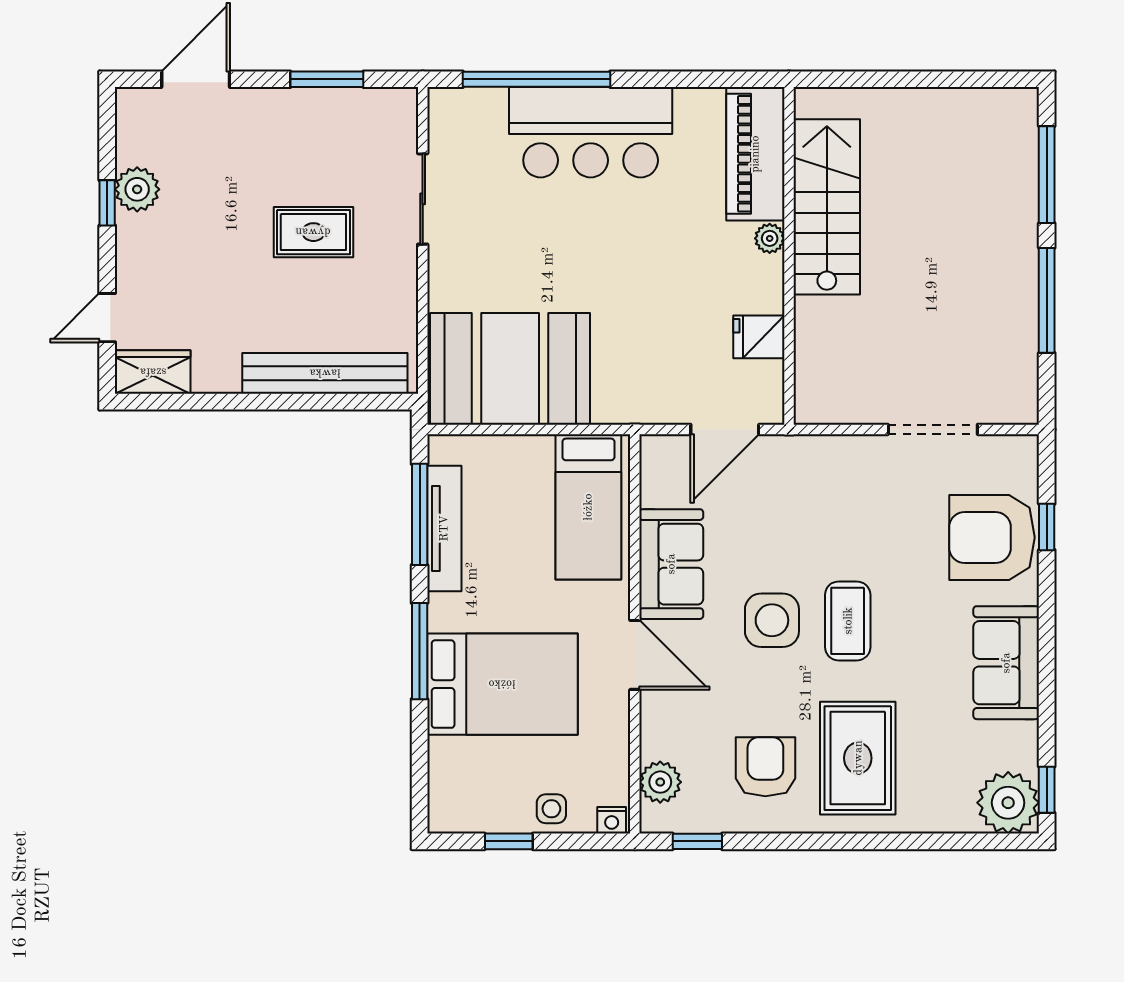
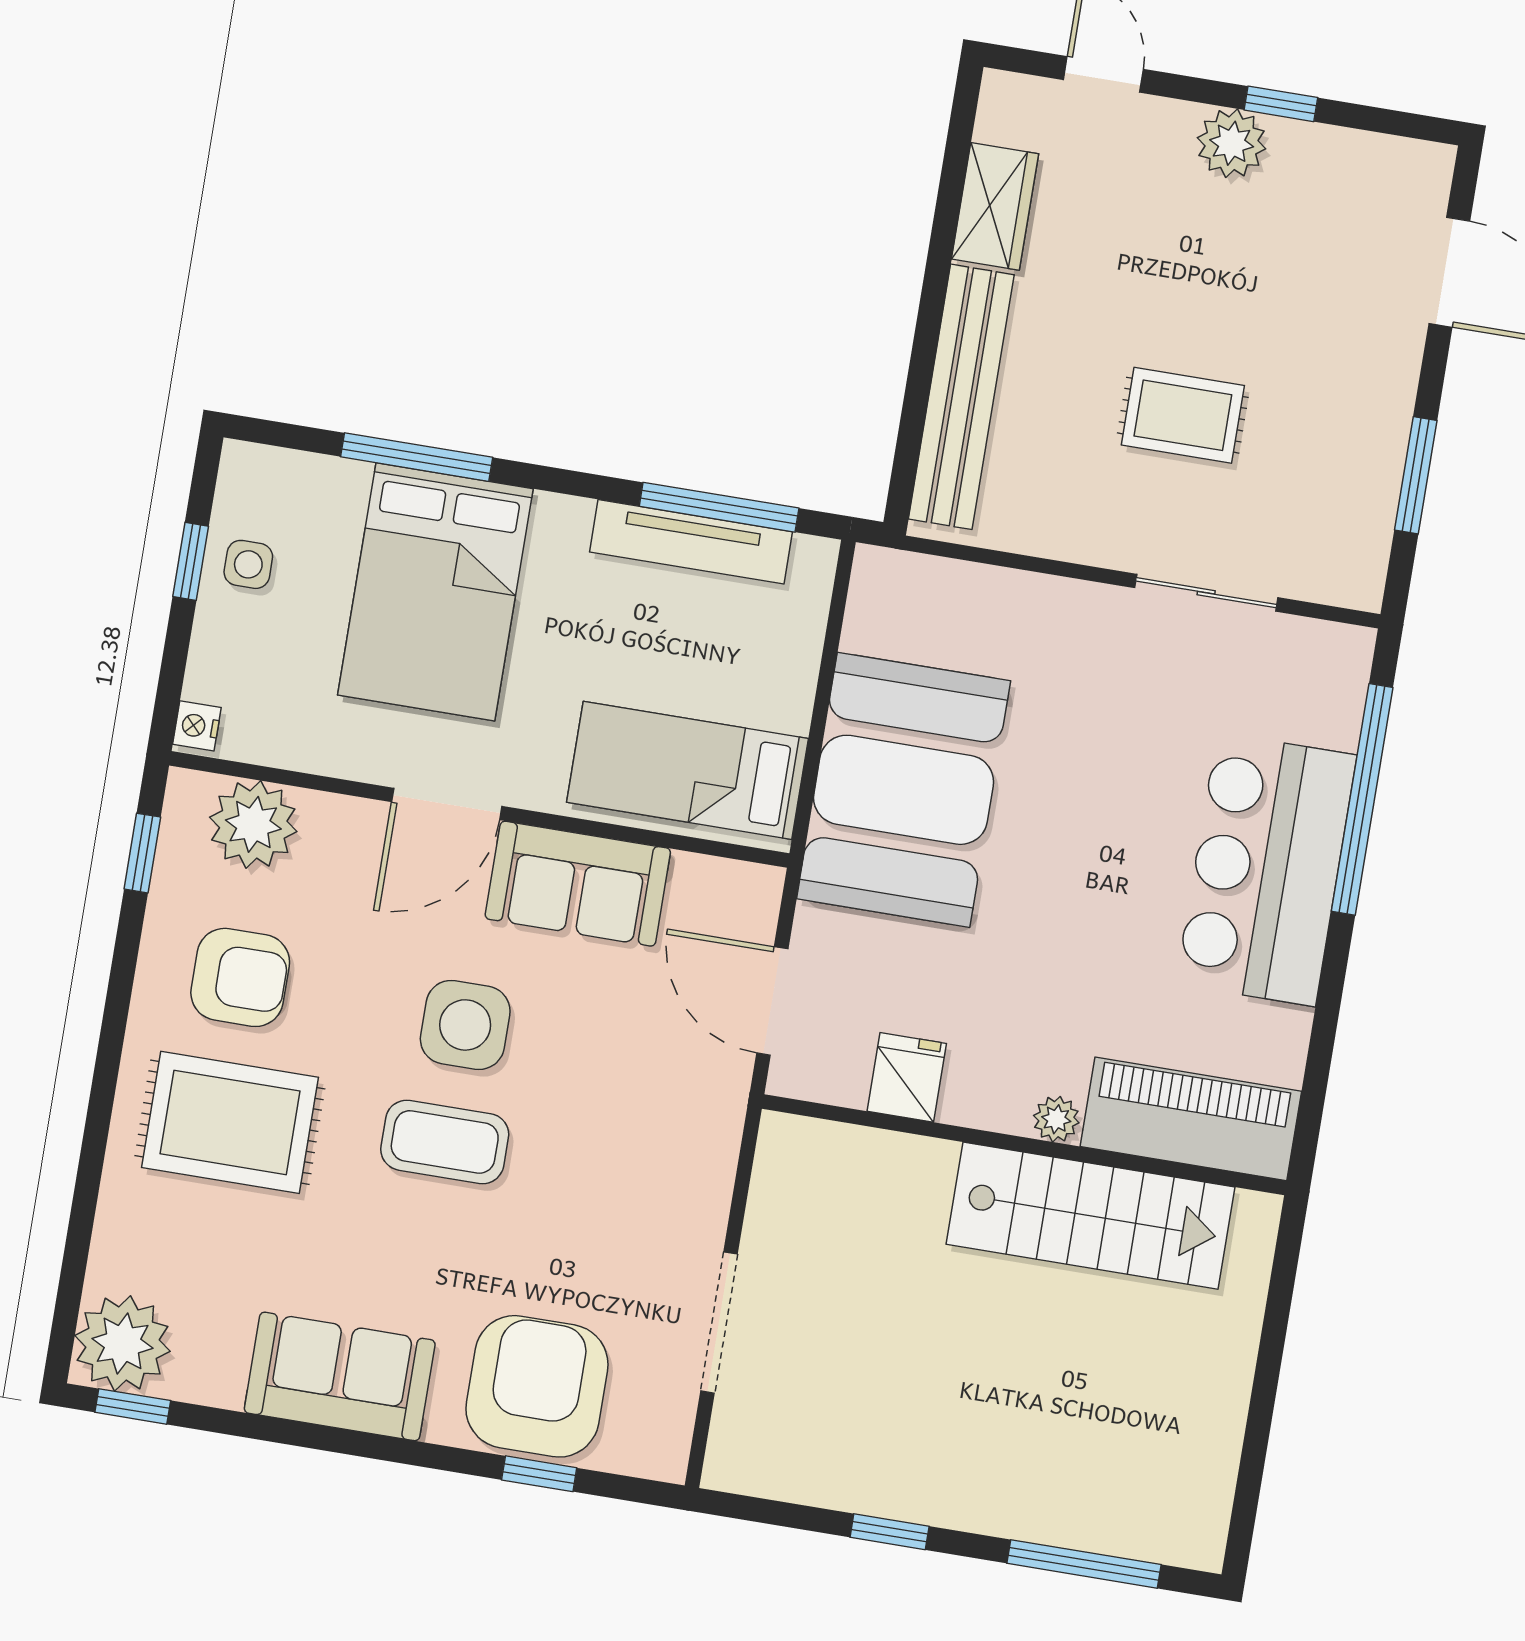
plant: (137, 189) -> (1232, 143), moved
rug: (313, 232) -> (1183, 415), turned 90
window: (1047, 300) -> (890, 1532), width x0.46
booth: (510, 369) -> (904, 790), moved
wardrobe: (153, 372) -> (995, 206), moved
window: (420, 651) -> (417, 457), moved
plant: (660, 782) -> (253, 824), width x1.36, depth x1.36
side table: (551, 809) -> (248, 564), moved

